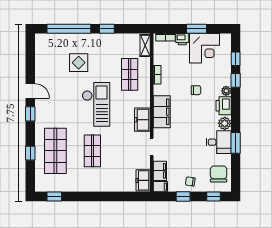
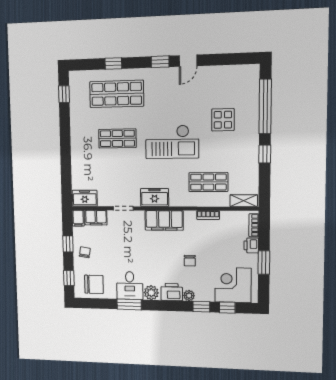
corner desk: (204, 48) -> (233, 285), moved, turned 90

